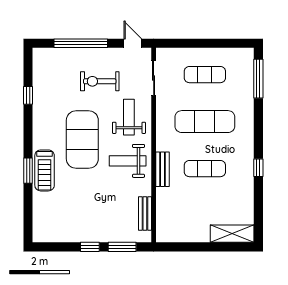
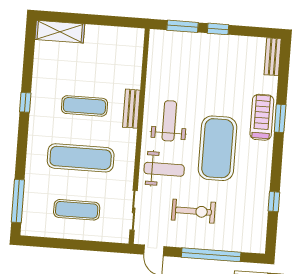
weight bench: (129, 117) -> (164, 169), turned -90
weight bench: (128, 161) -> (169, 121), turned -90
bench: (145, 214) -> (273, 57), moved

